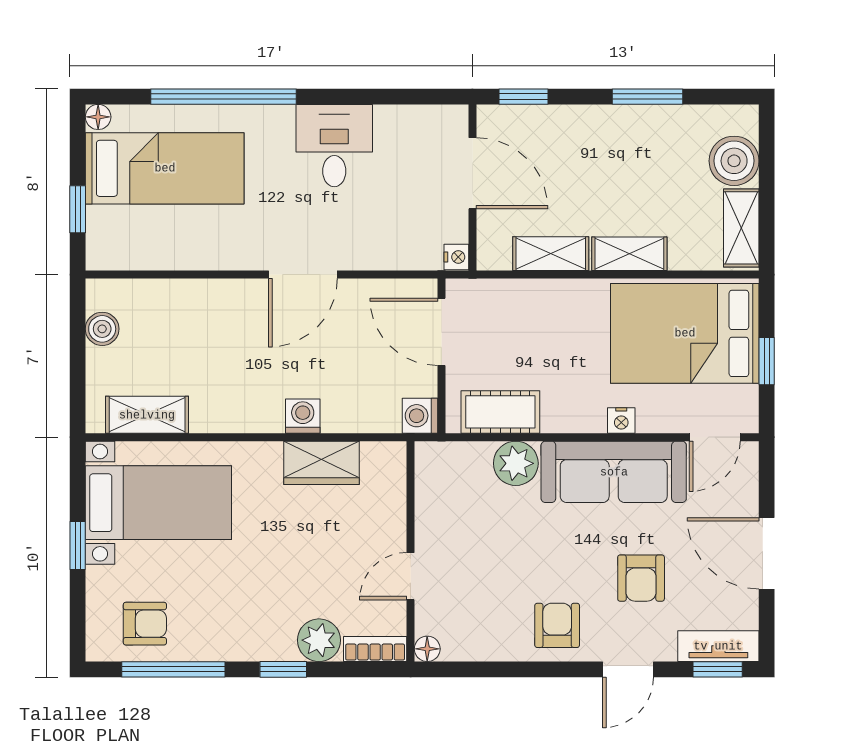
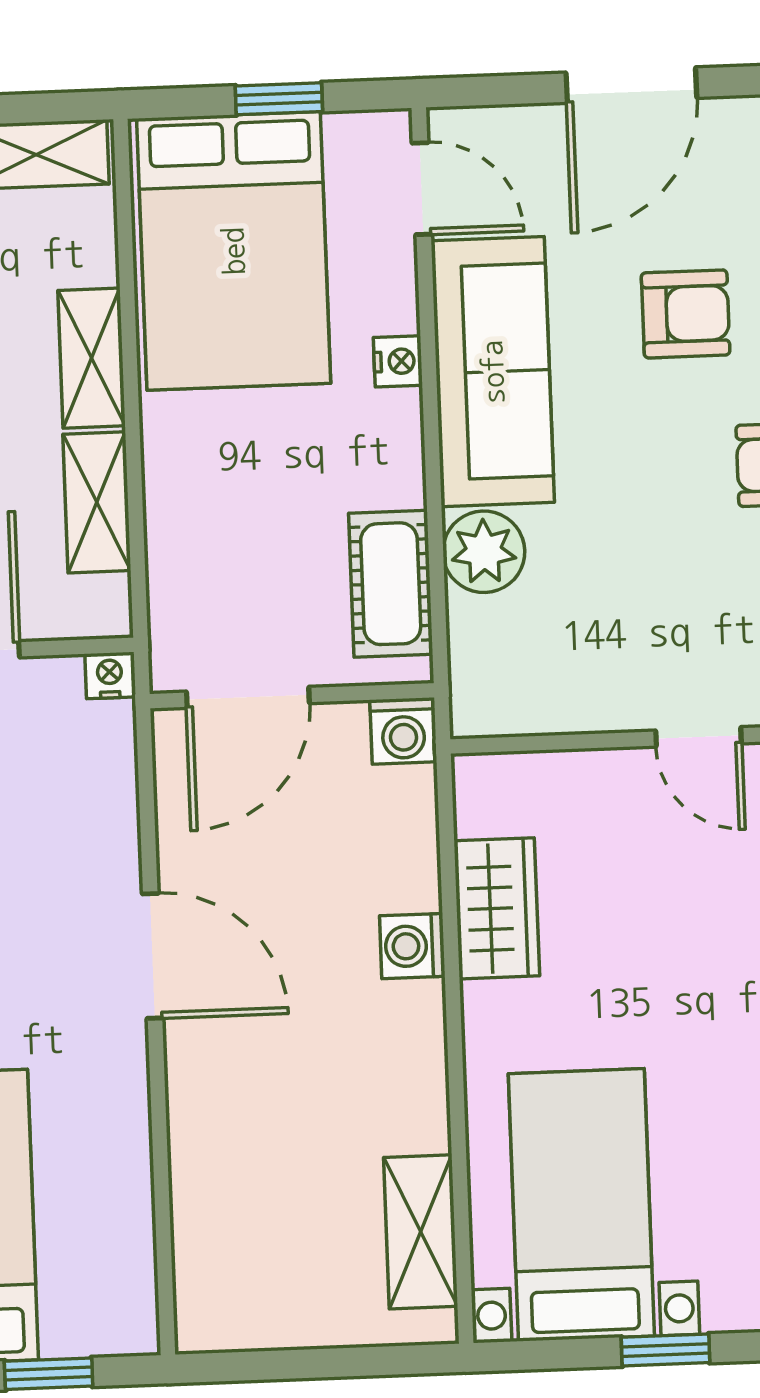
boiler: (102, 329) -> (266, 1320), removed

